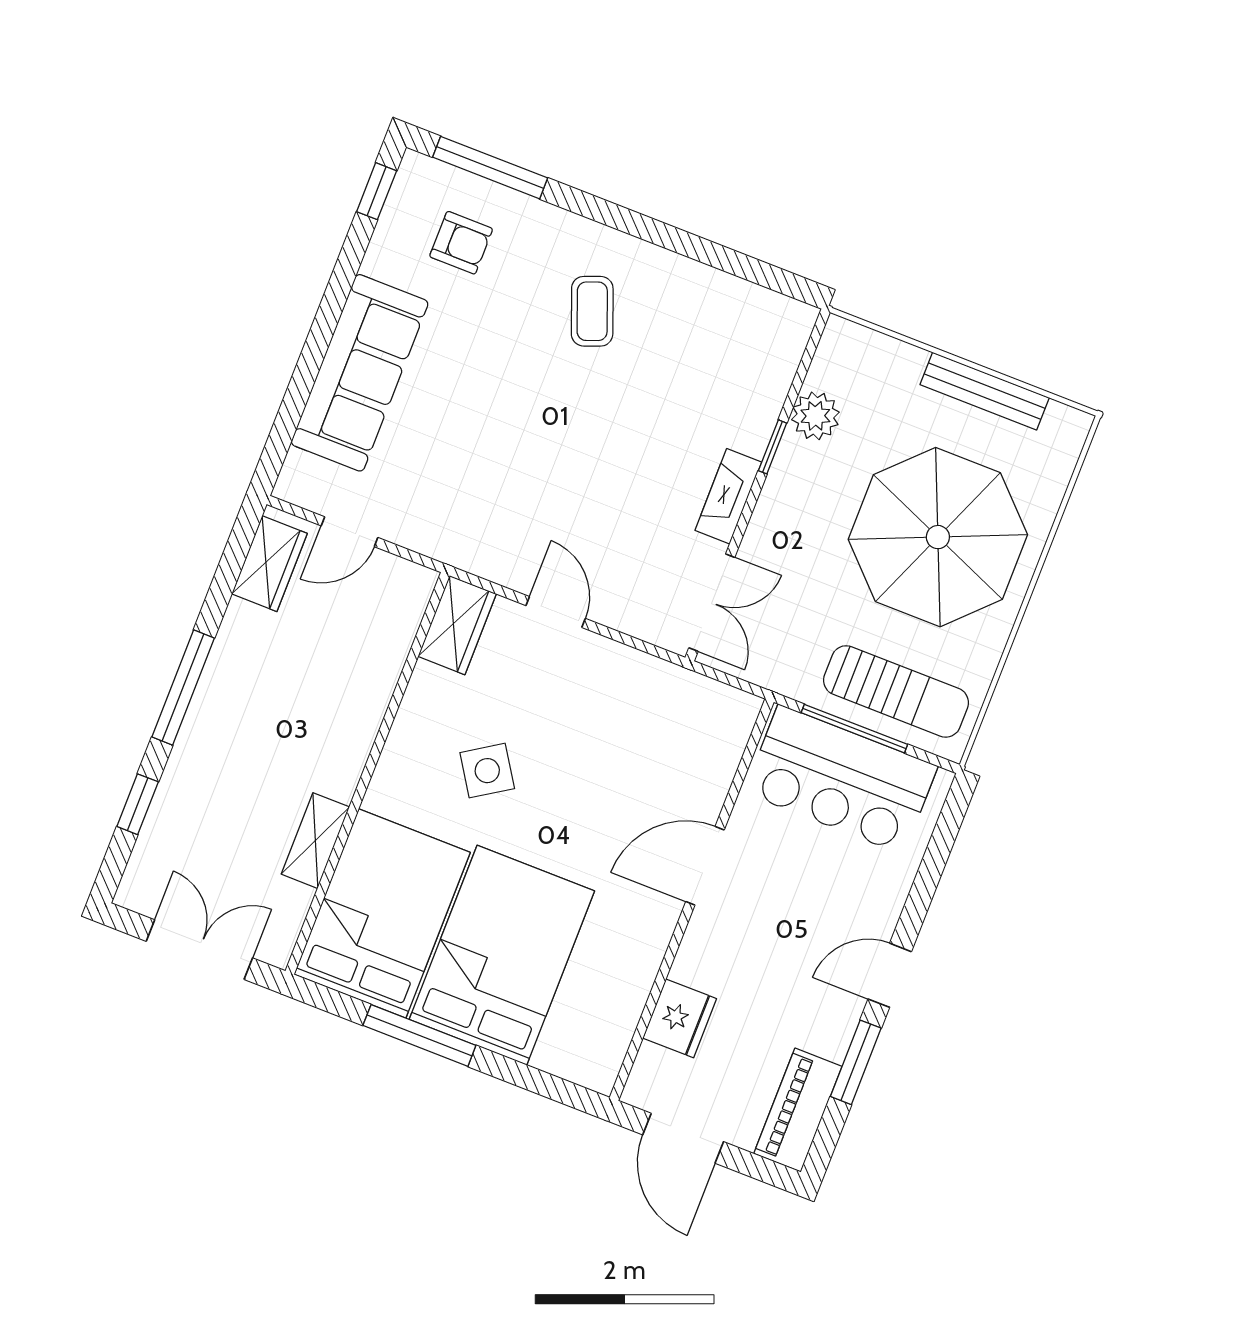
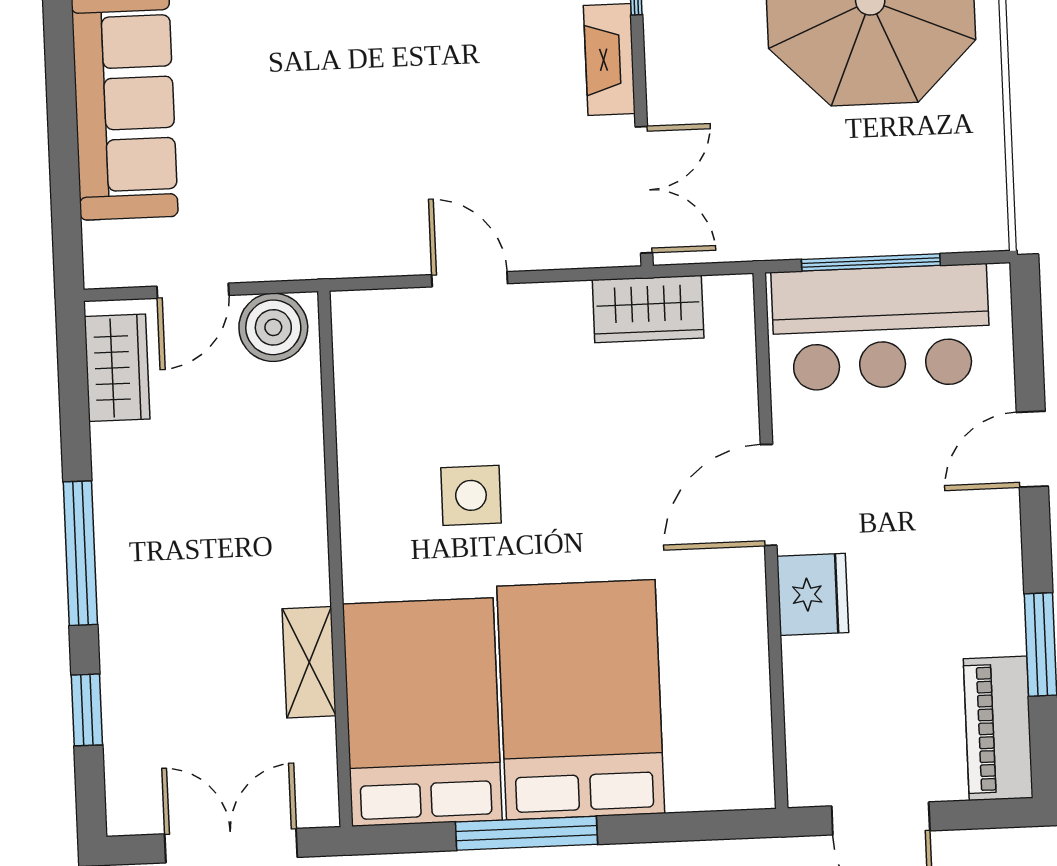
boiler: (397, 584) -> (273, 327), added
wardrobe: (457, 625) -> (648, 309), moved, turned 90
sun lounger: (896, 691) -> (900, 199), removed
side table: (487, 771) -> (471, 495), turned 33
door: (890, 975) -> (1032, 449), moved
fridge: (680, 1018) -> (813, 594), moved

